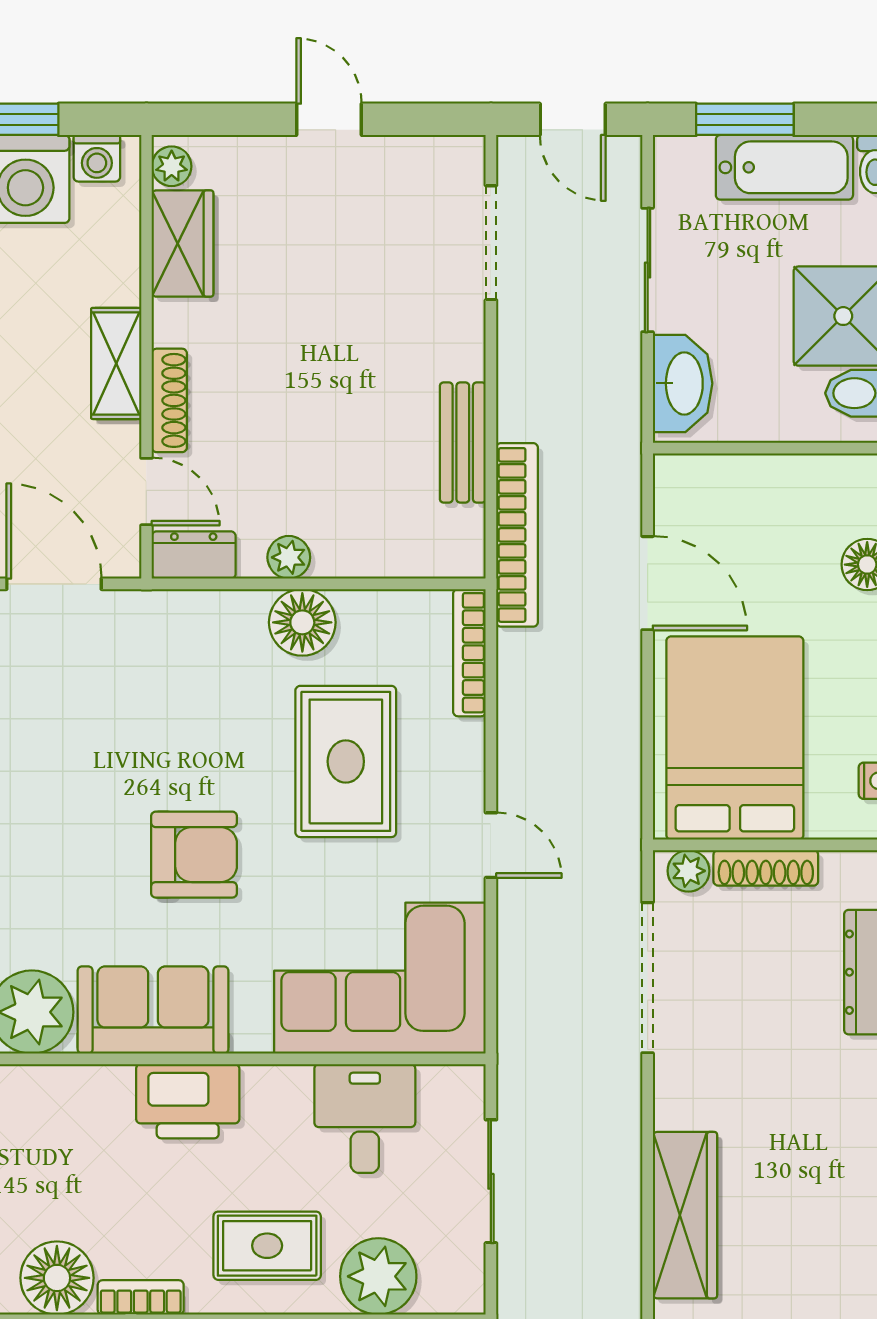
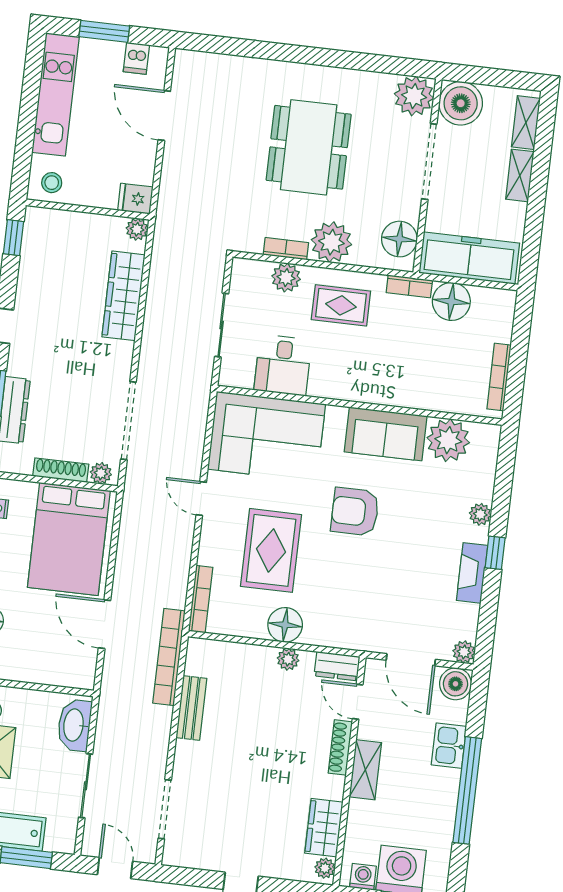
printer: (188, 1101) -> (373, 385), removed
plant: (378, 1276) -> (286, 278), width x0.73, depth x0.73

